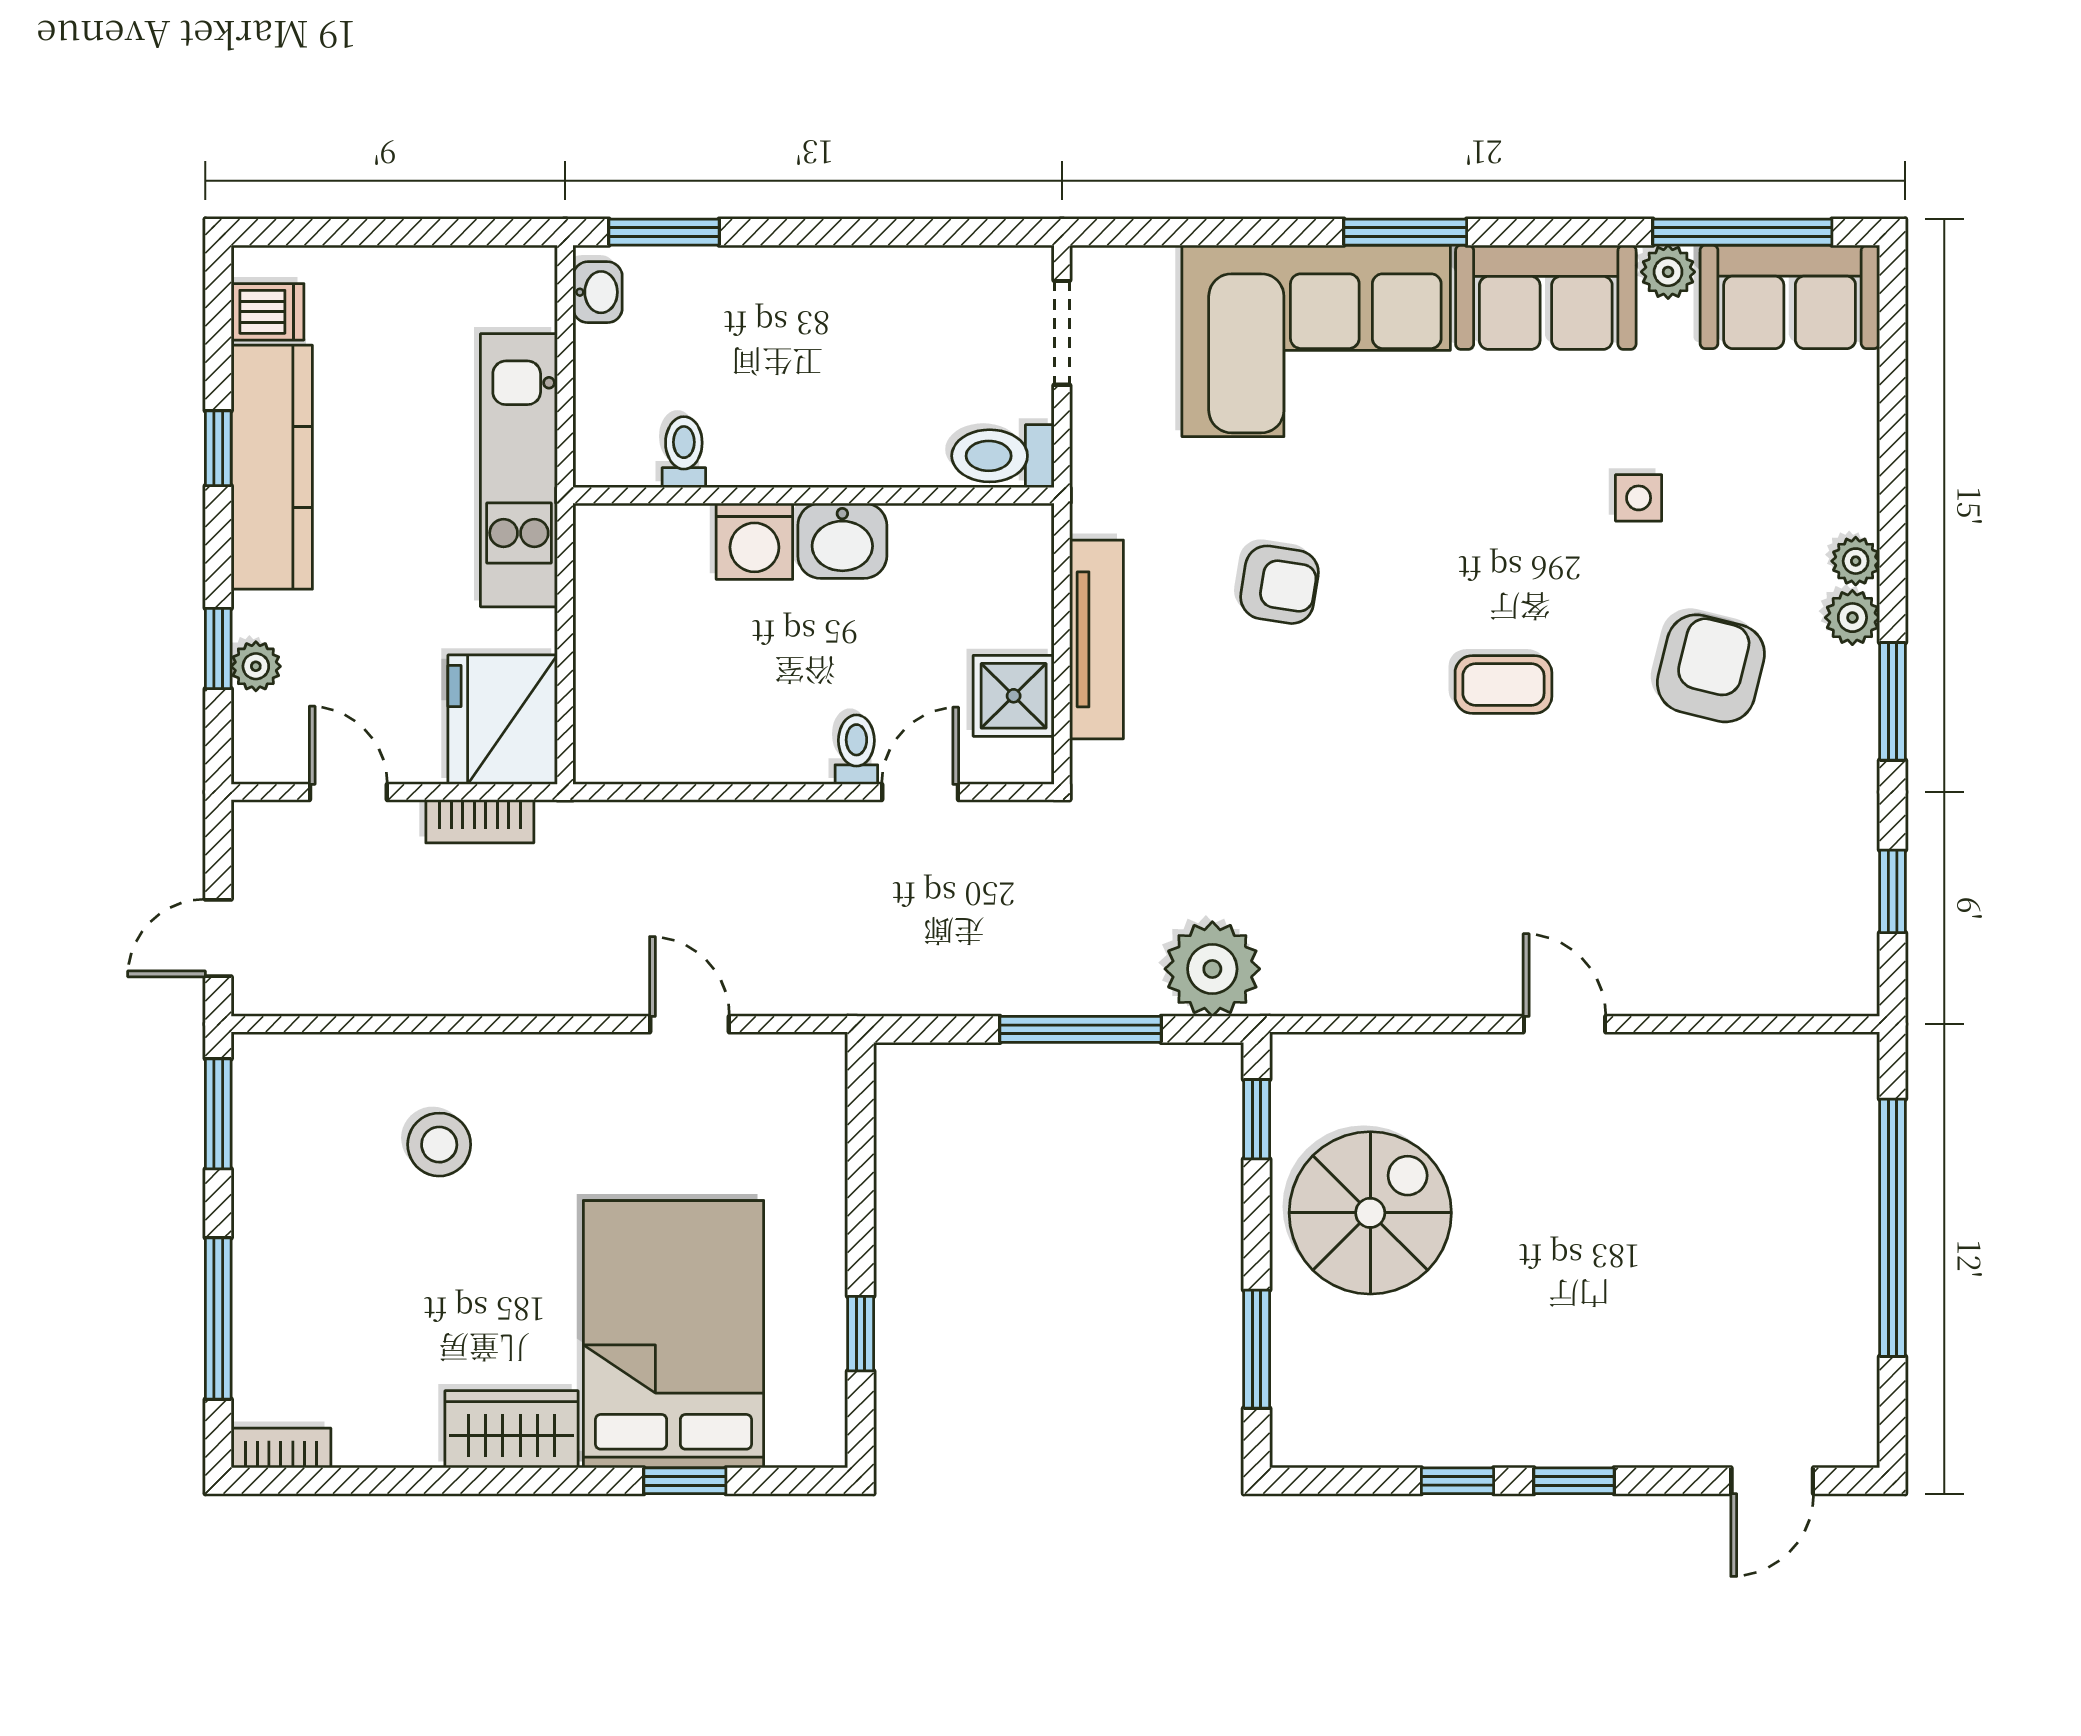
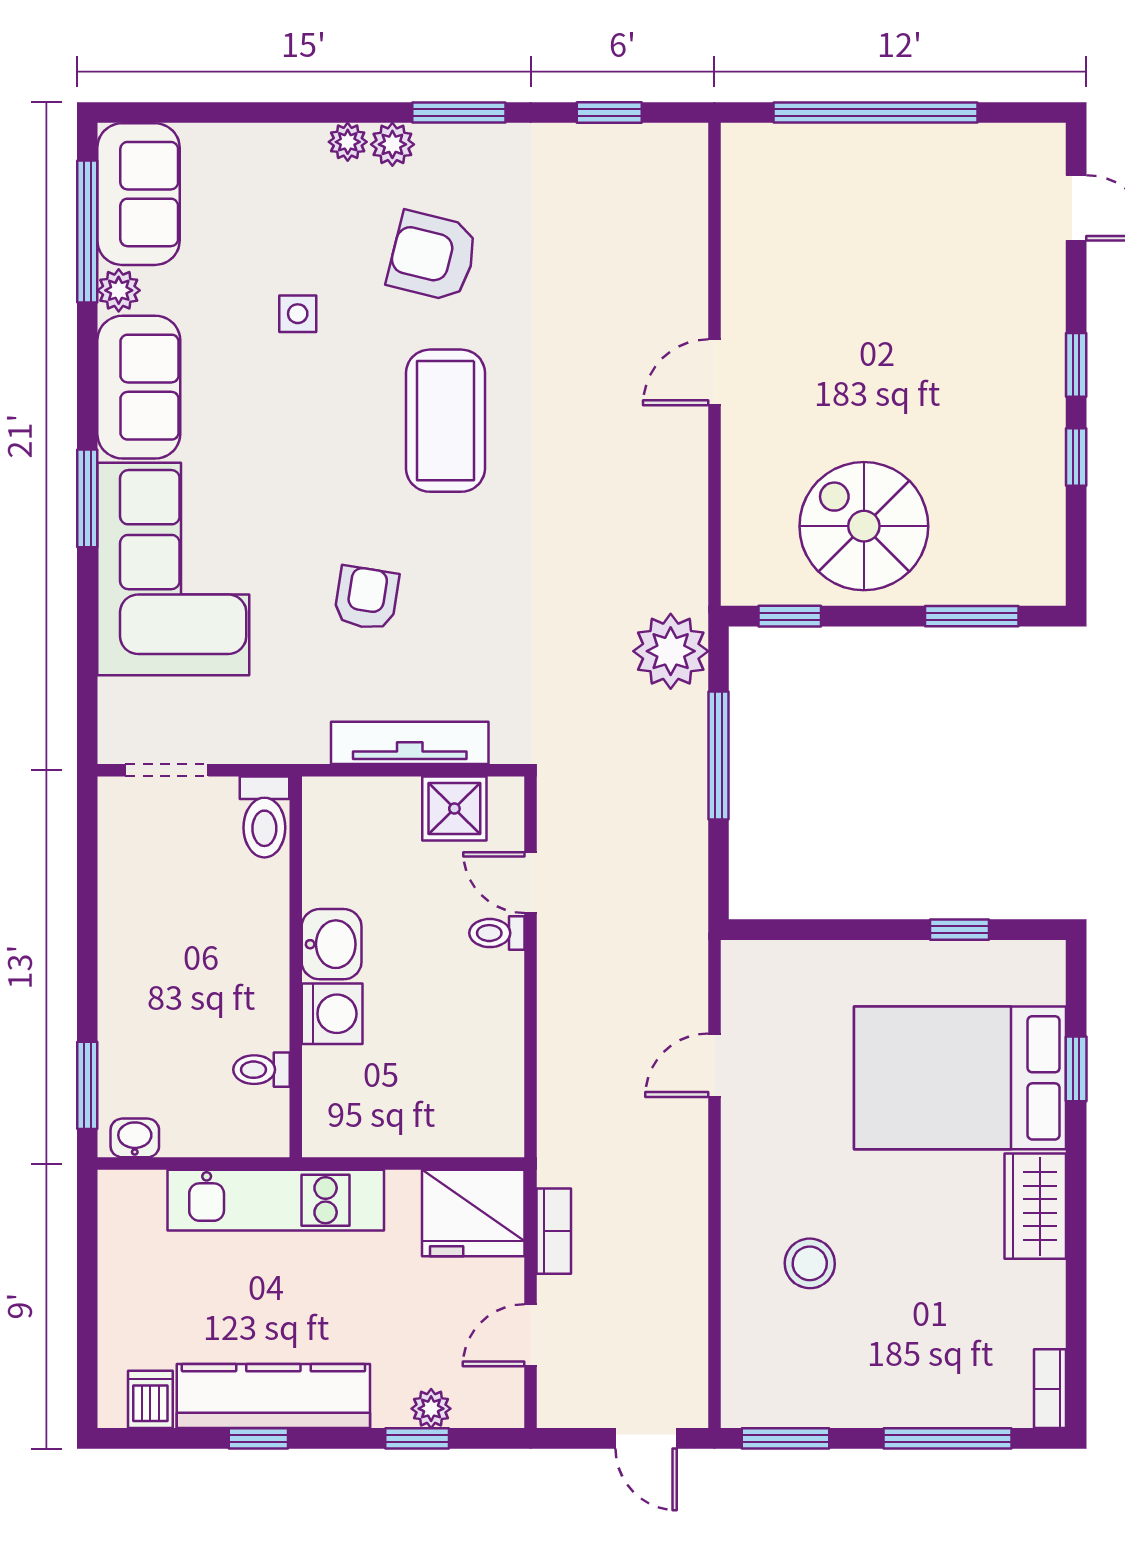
coffee table: (1503, 685) -> (445, 421), width x1.86, depth x1.72

